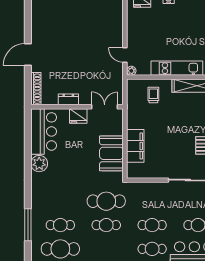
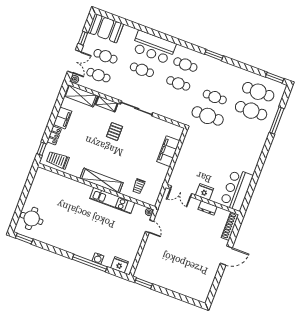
booth: (111, 153) -> (189, 152), removed
plant: (39, 164) -> (250, 166), removed
cafe table: (60, 225) -> (251, 111), width x1.37, depth x1.35

